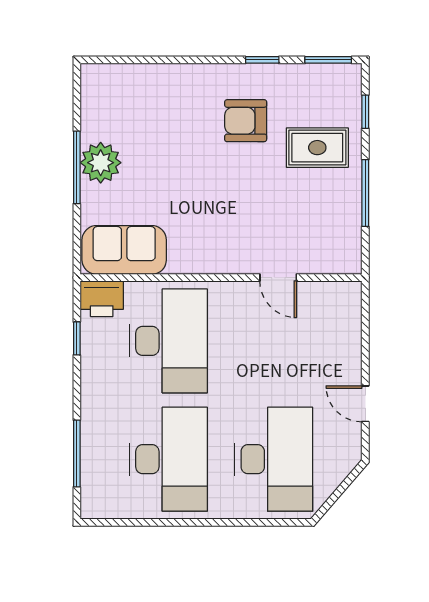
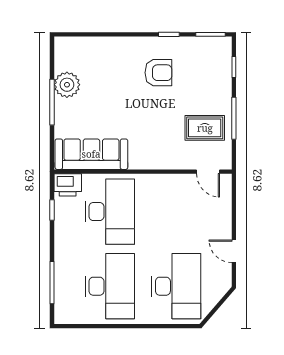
armchair: (246, 121) -> (158, 73), turned 180
rug: (317, 148) -> (205, 128), moved
plant: (101, 163) -> (67, 85), moved
sofa: (124, 250) -> (91, 154), width x1.36
door: (278, 278) -> (208, 172), moved

